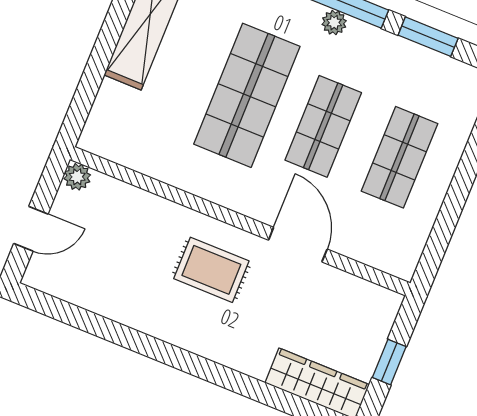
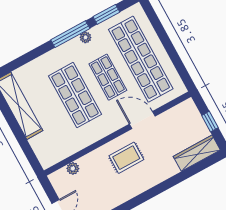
plant: (334, 23) -> (85, 37), moved
shop shelf: (399, 157) -> (141, 59), width x2.00, depth x1.36
plant: (77, 177) -> (73, 168), moved

